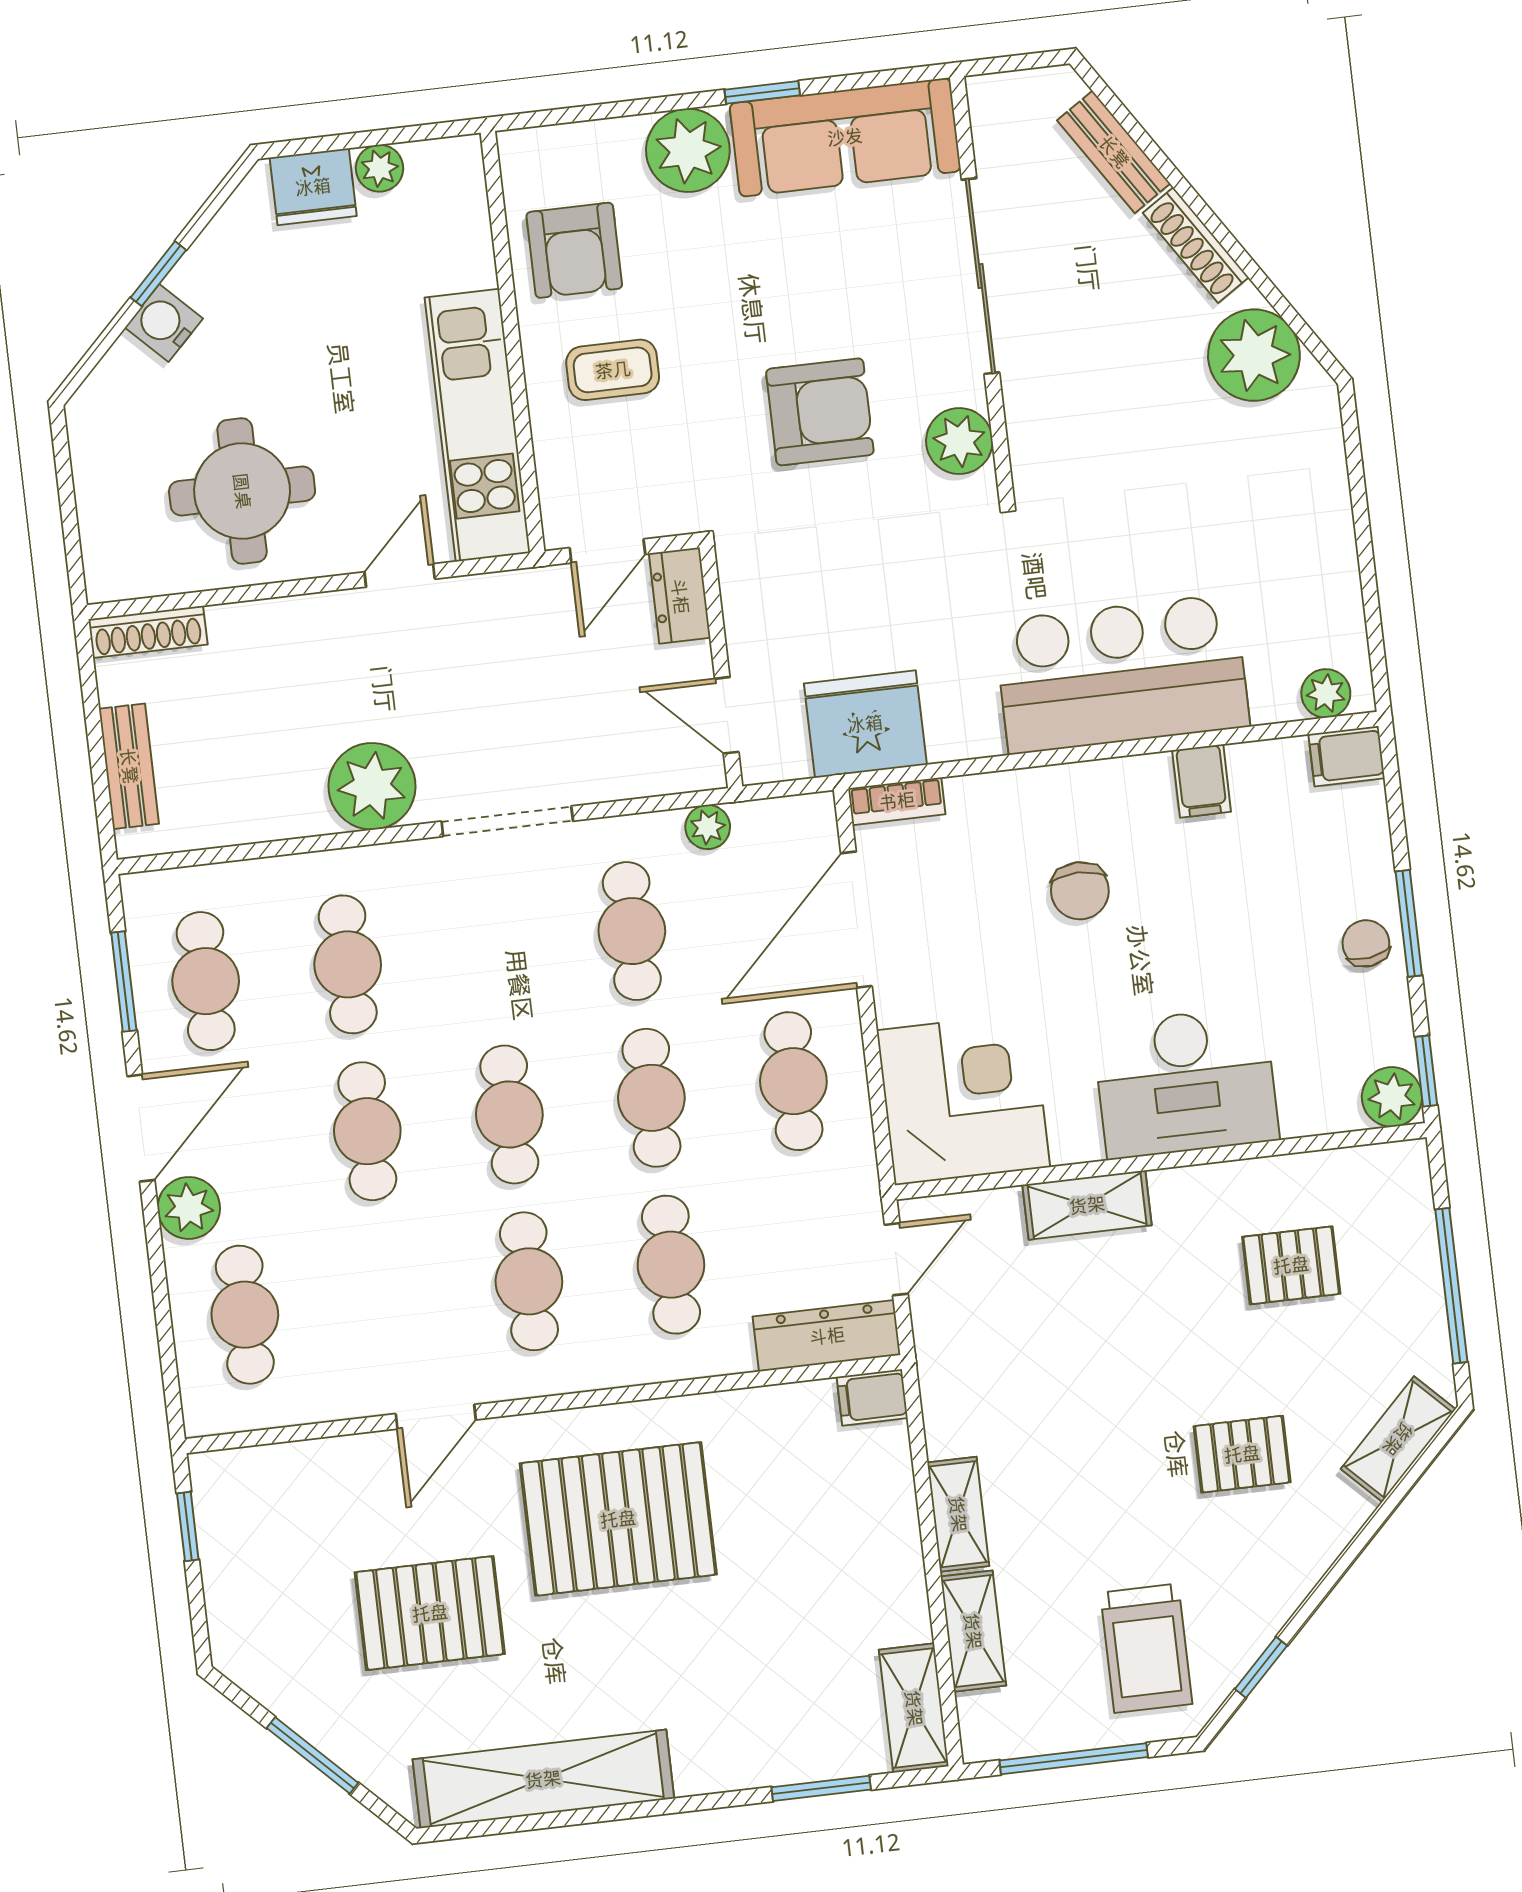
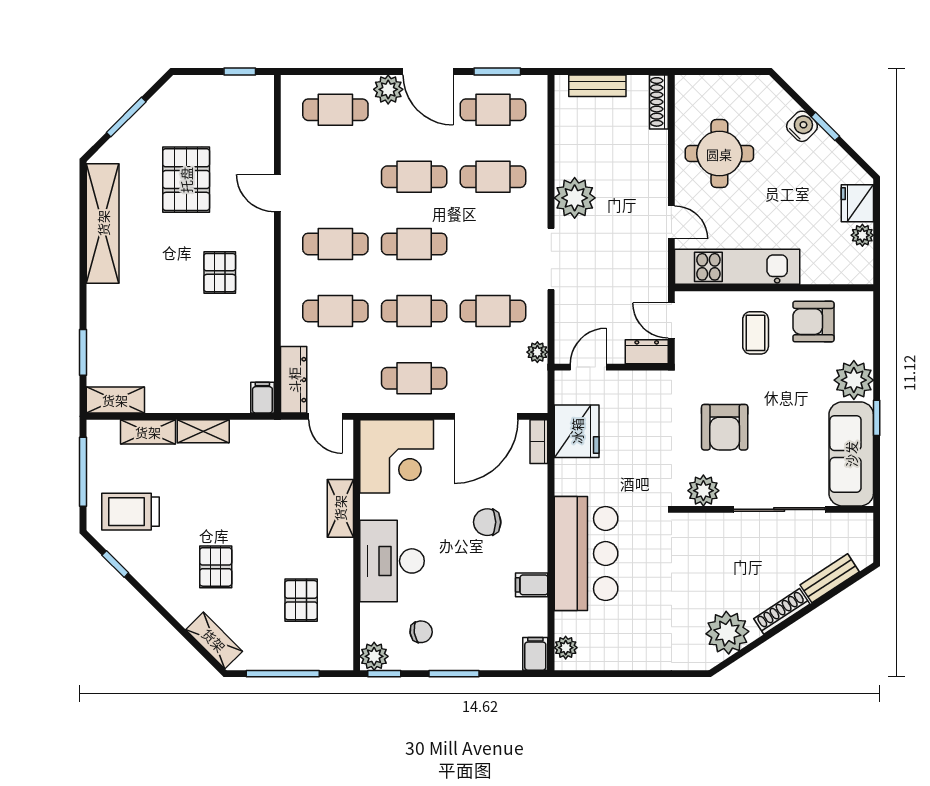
door: (856, 920) -> (486, 416), swing flipped
chair: (1366, 943) -> (421, 632), moved
pallet: (618, 1519) -> (220, 273), width x0.49, depth x0.50

